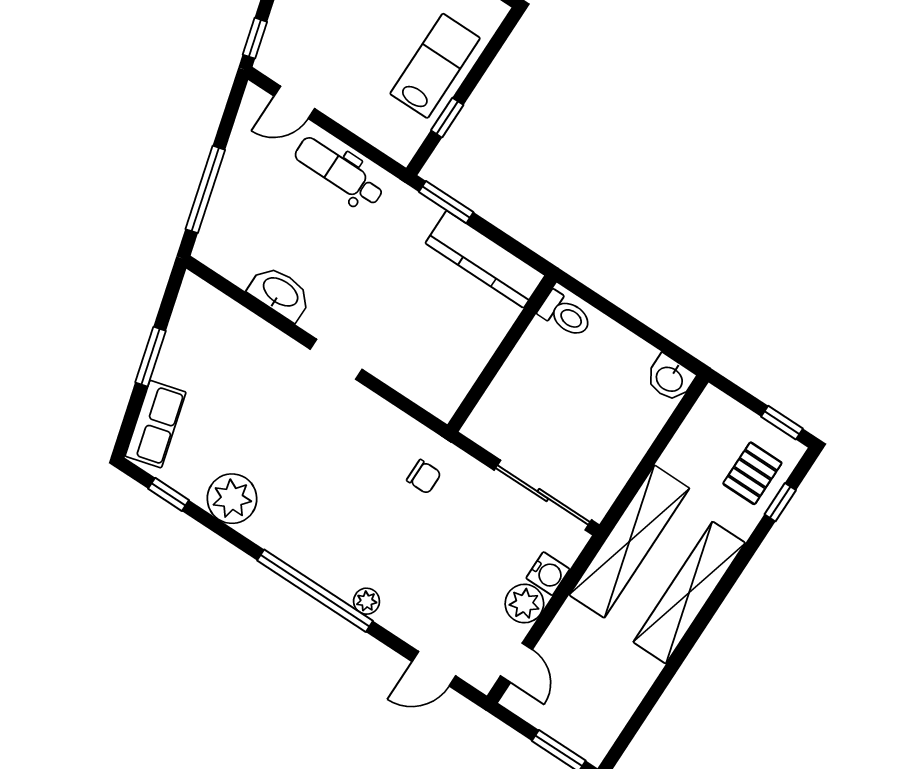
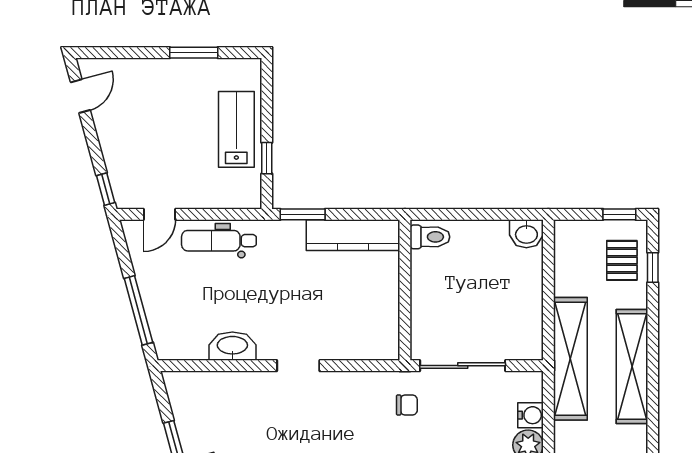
sliding door: (543, 495) -> (463, 366), moved

